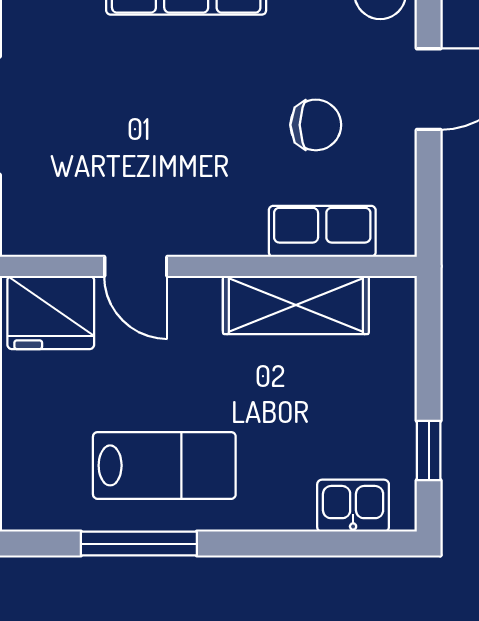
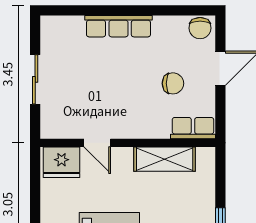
row of seats: (322, 231) -> (193, 128), moved

